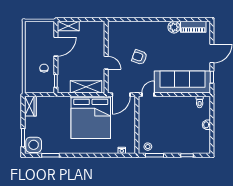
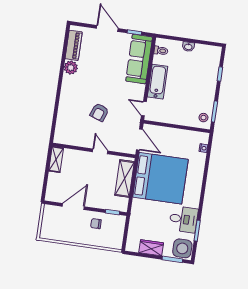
shelving: (68, 26) -> (56, 159), moved
door: (56, 47) -> (73, 206), hinge flipped
door: (106, 63) -> (100, 151), hinge flipped
sofa: (182, 82) -> (139, 59), width x0.74, depth x0.79
bathtub: (173, 103) -> (158, 82), added
wardrobe: (30, 106) -> (151, 248), moved
desk: (59, 142) -> (183, 219), added

